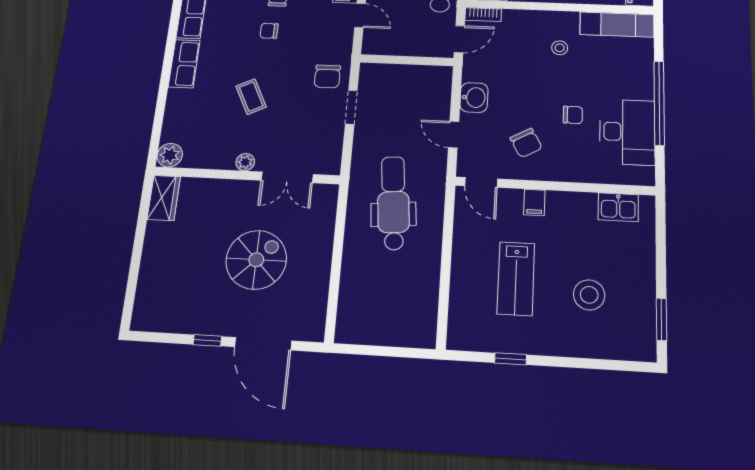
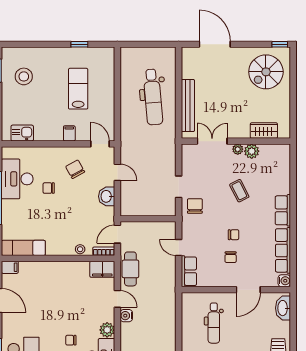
stool: (560, 48) -> (80, 249), moved
plant: (170, 155) -> (252, 151), moved
wardrobe: (164, 198) -> (264, 131), moved, turned 90
dental chair: (393, 203) -> (153, 97), moved
bench: (322, 239) -> (188, 106), added
spiral stairs: (256, 260) -> (266, 72), moved
stool: (589, 295) -> (24, 76), moved
window: (207, 340) -> (280, 44), moved

